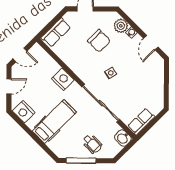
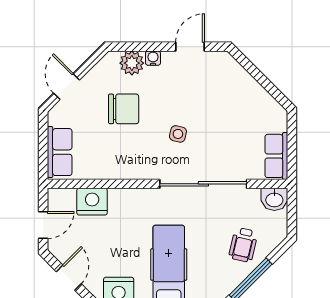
door: (151, 43) -> (190, 47), swing flipped
nightstand: (63, 79) -> (92, 202), moved
wheelchair: (92, 144) -> (243, 245), turned 103

